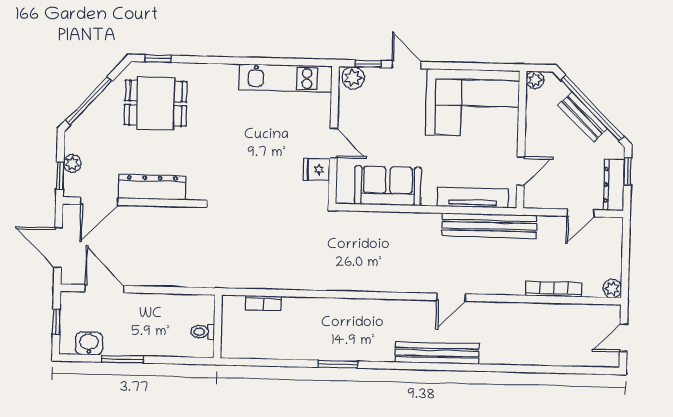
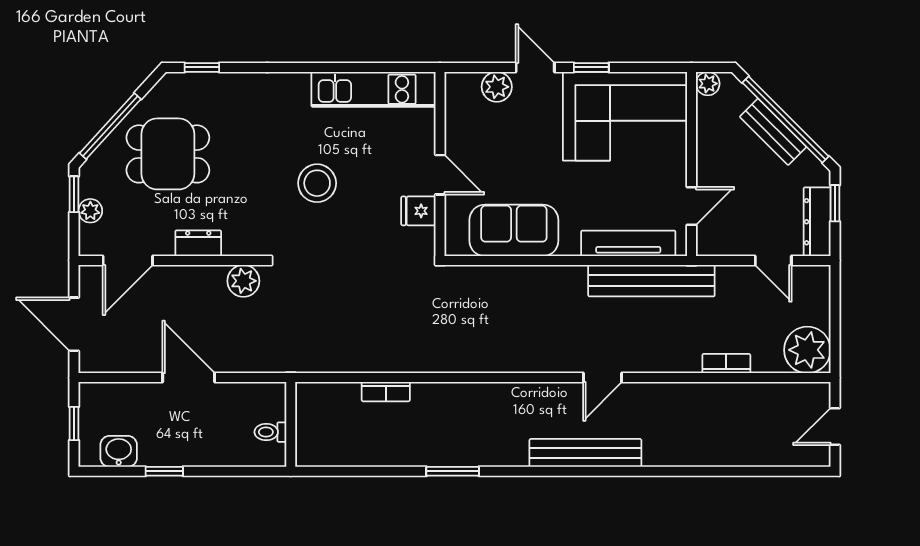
window: (368, 64) -> (591, 67), moved
plant: (353, 78) -> (497, 87), moved
dining table: (156, 103) -> (168, 154), moved
stool: (242, 147) -> (317, 183), added
window: (60, 176) -> (74, 194), moved
dresser: (152, 187) -> (198, 243), width x0.51, depth x0.80
door: (581, 213) -> (773, 261), hinge flipped
plant: (185, 219) -> (243, 281), added
door: (104, 289) -> (189, 378), moved
bookcase: (554, 289) -> (726, 364), width x0.64
plant: (612, 289) -> (807, 350), width x1.87, depth x1.87
bookcase: (263, 303) -> (386, 392), moved
window: (123, 359) -> (164, 471), width x0.67

